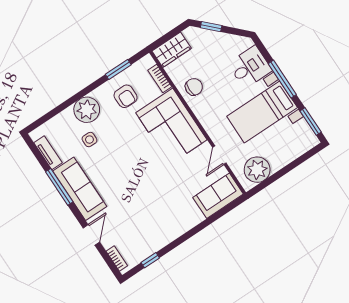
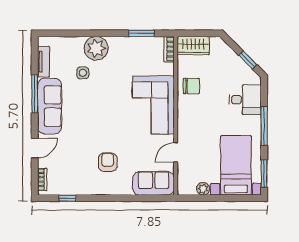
window: (211, 27) -> (248, 60), moved
bookcase: (160, 79) -> (169, 49), moved
armchair: (126, 96) -> (108, 162), moved, turned 180
bed with nightstands: (262, 112) -> (236, 165), moved, turned 90
plant: (257, 170) -> (203, 189), width x0.53, depth x0.53

